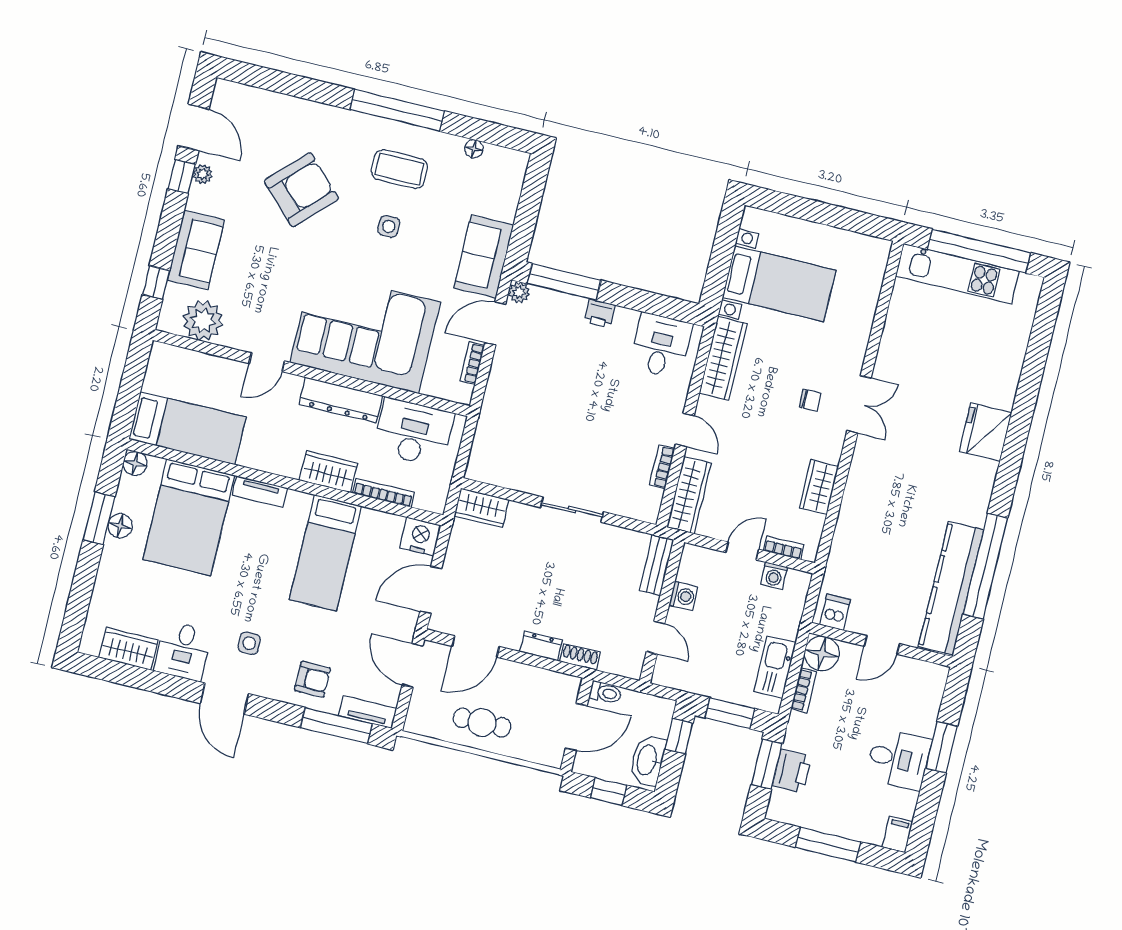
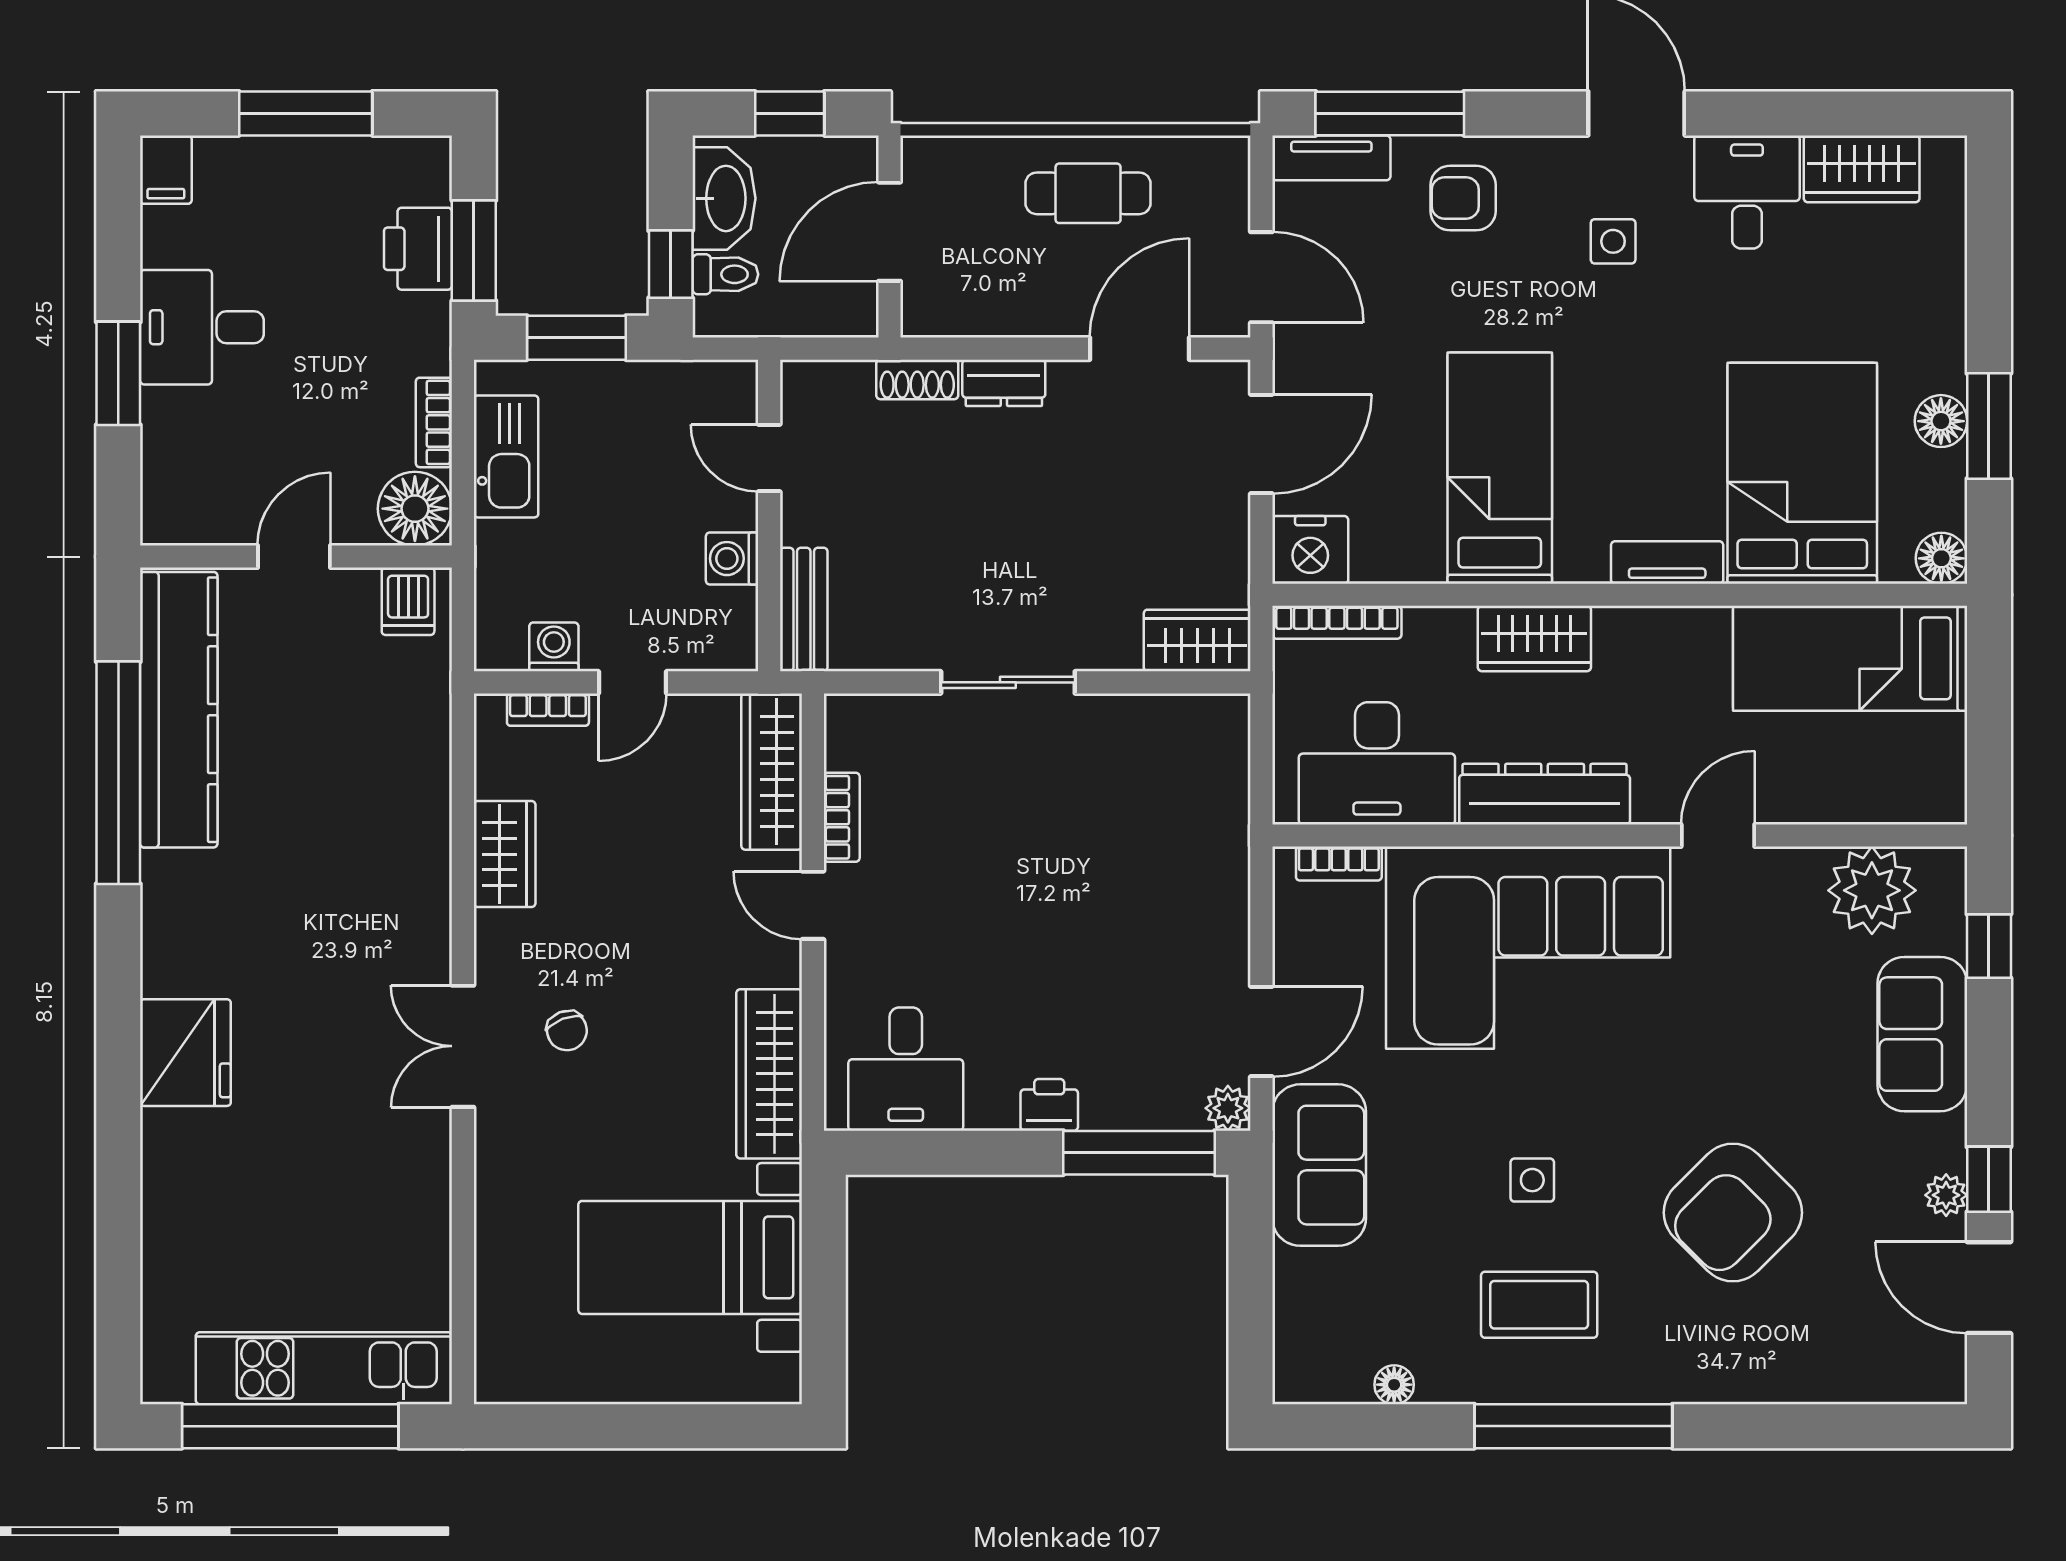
bookcase: (472, 363) -> (1339, 864), moved, turned 90
chair: (810, 400) -> (567, 1031), turned -111
bookcase: (383, 493) -> (1337, 622), moved
toilet: (605, 693) -> (725, 274), moved, turned 180

